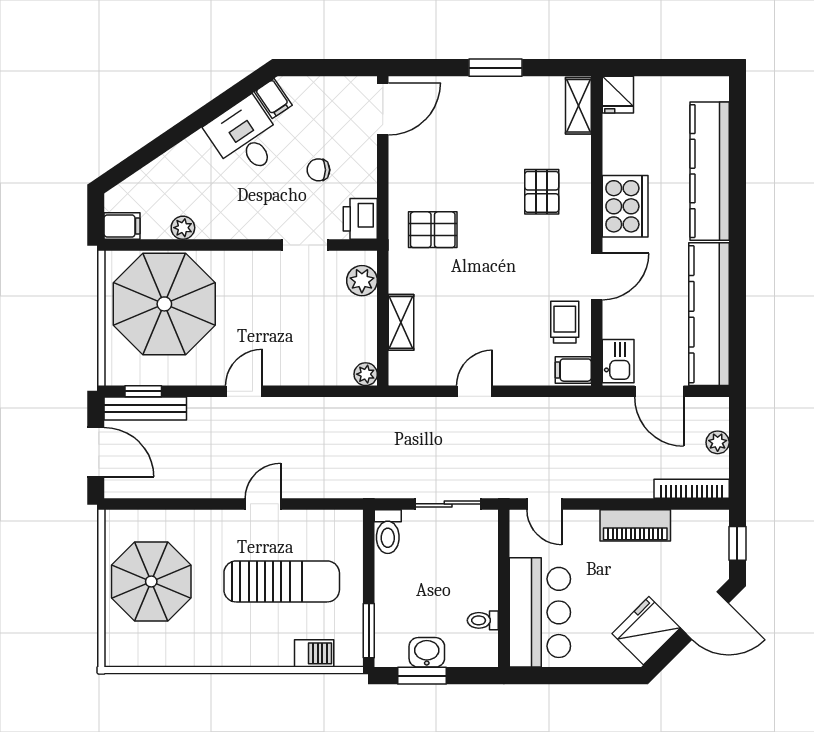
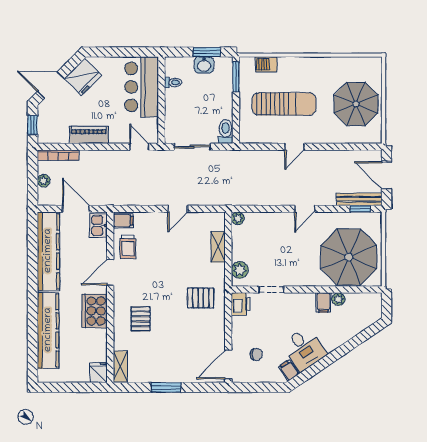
chair: (318, 170) -> (256, 354), moved
filing cabinet: (122, 226) -> (323, 303), moved, turned -90
sun lounger: (282, 581) -> (284, 104), turned 180

